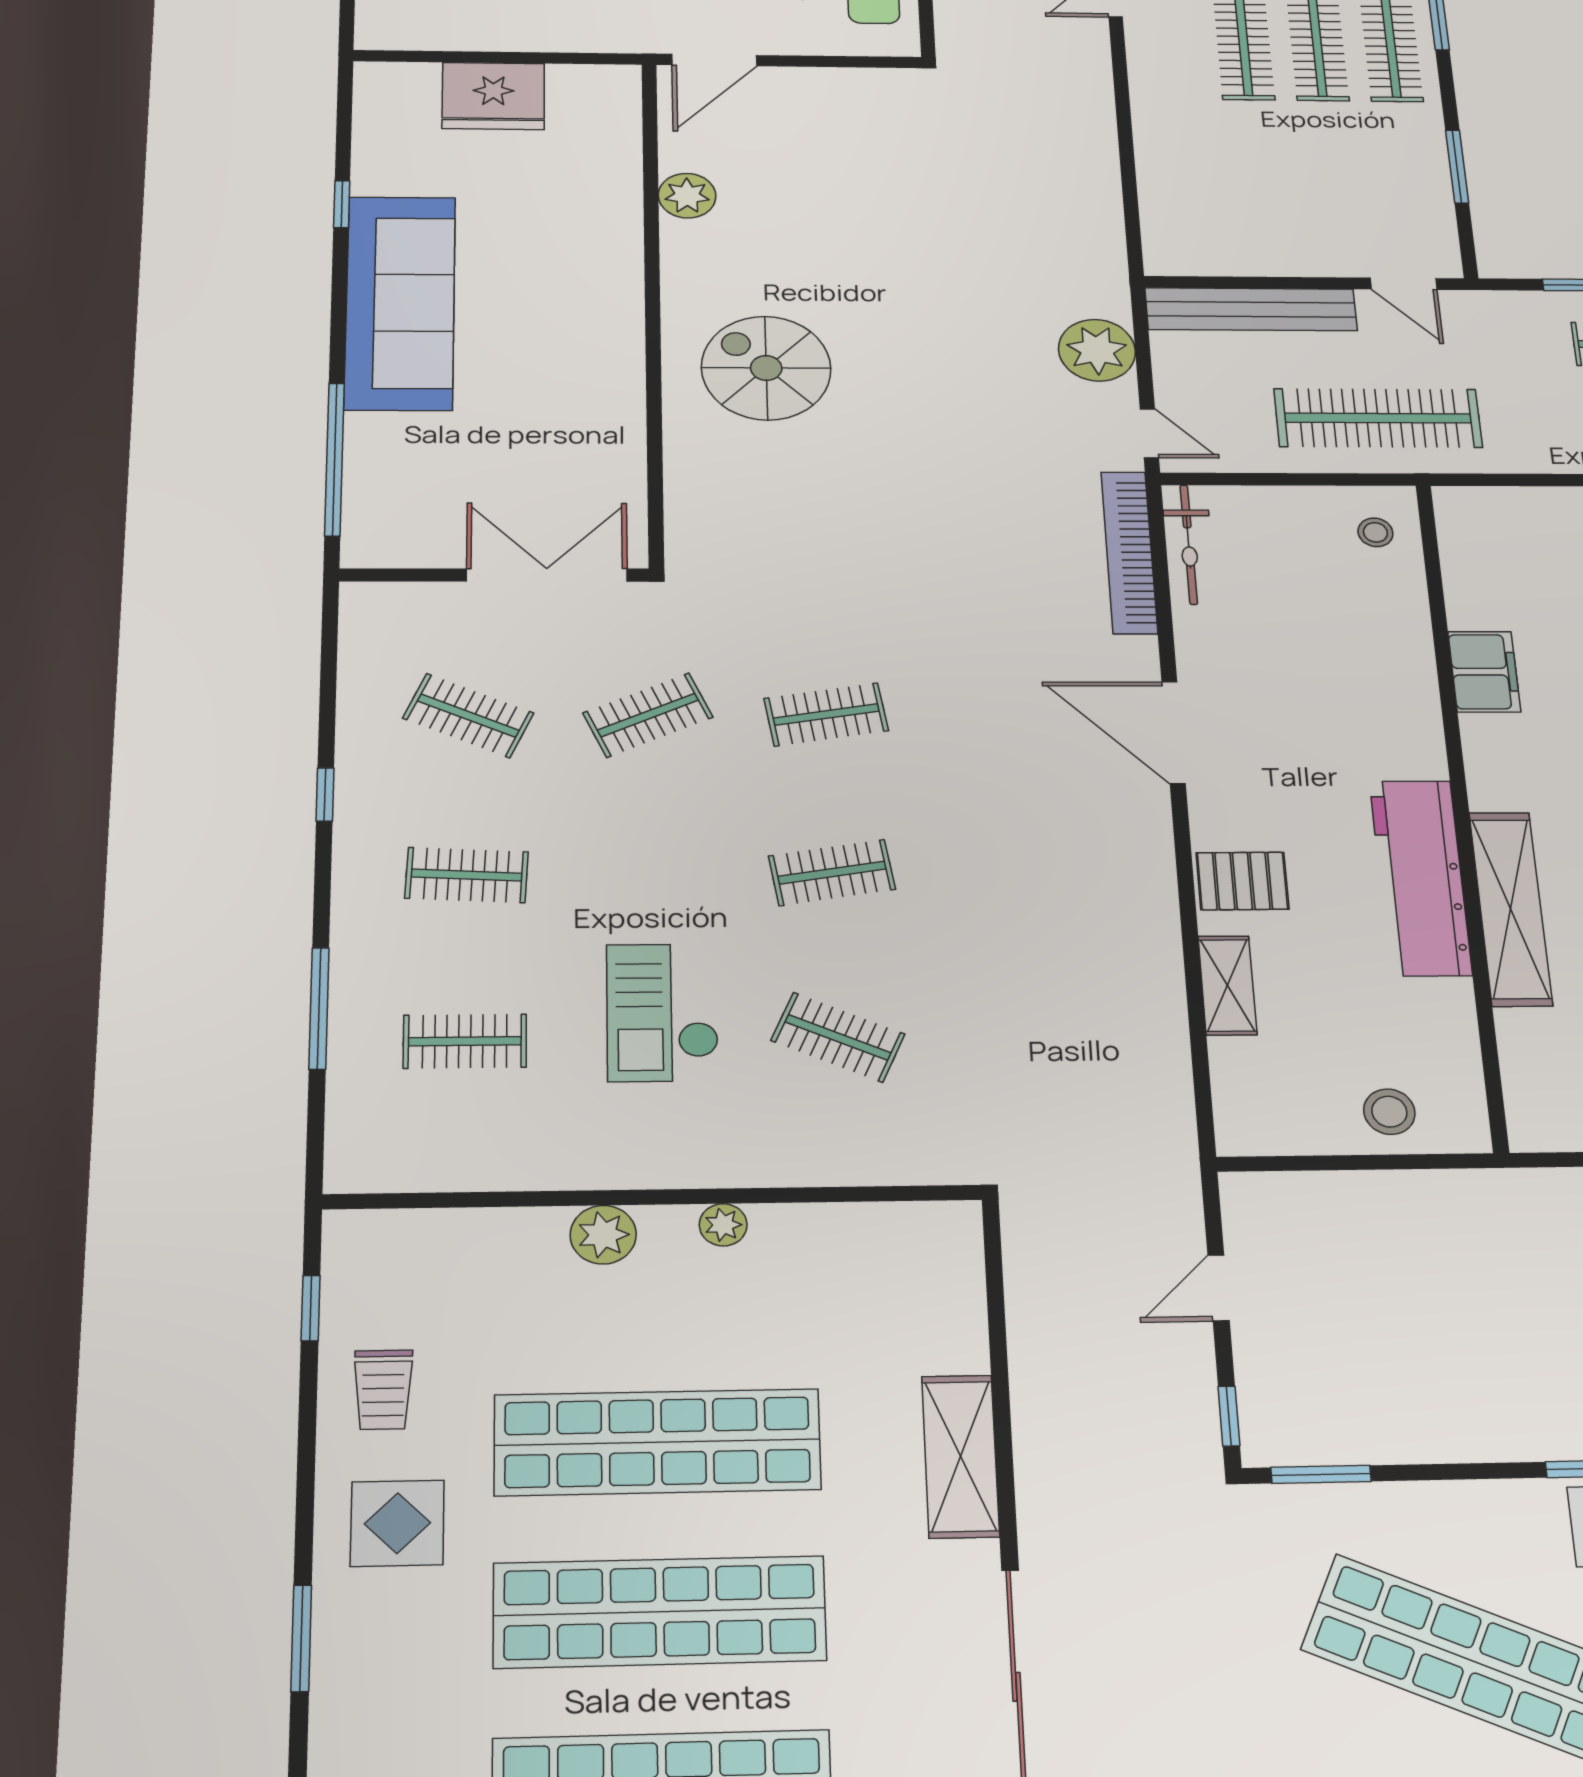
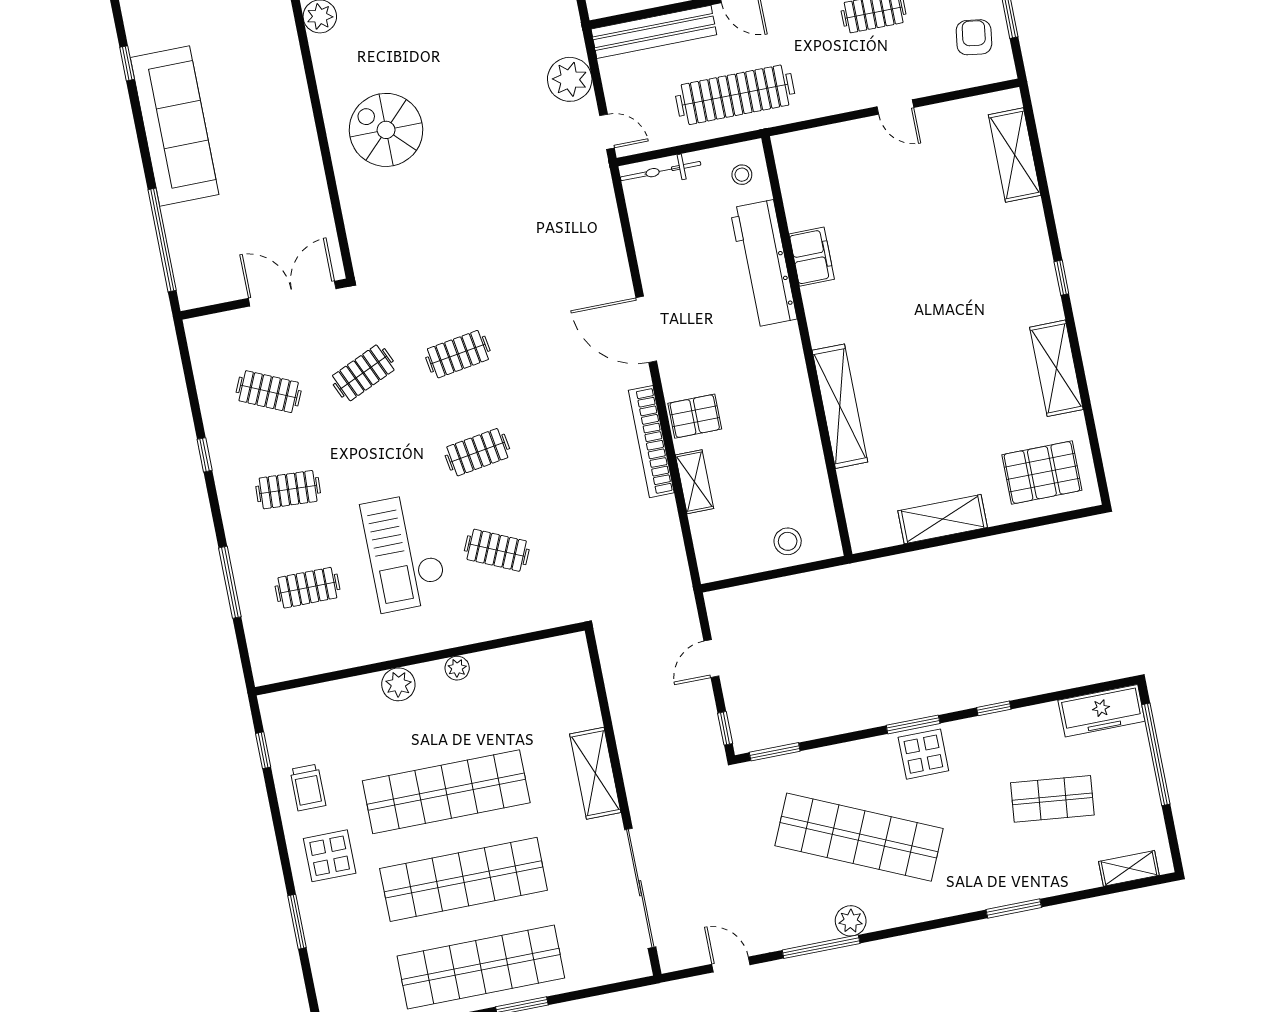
bicycle: (1189, 544) -> (661, 171), moved, turned 90
bookcase: (1129, 552) -> (651, 442), moved
workbench: (1420, 878) -> (763, 264), moved
checkout: (662, 1012) -> (404, 552), width x1.36, depth x1.21

